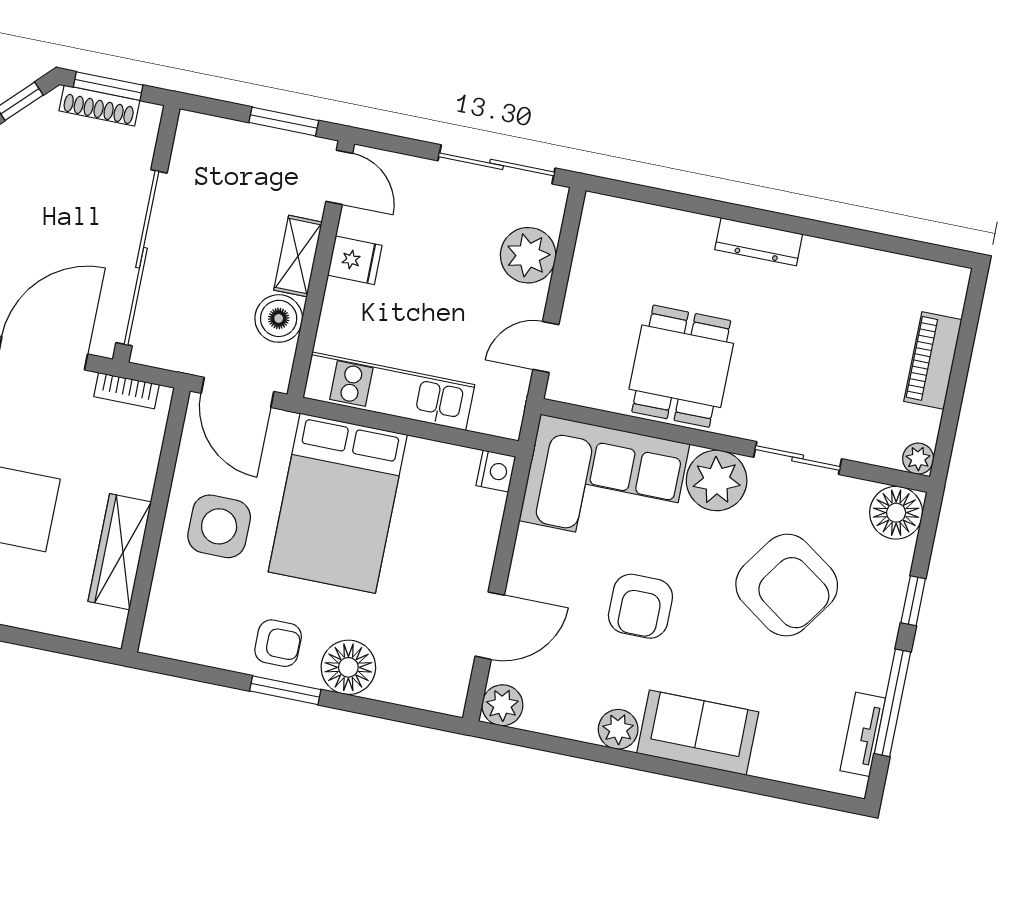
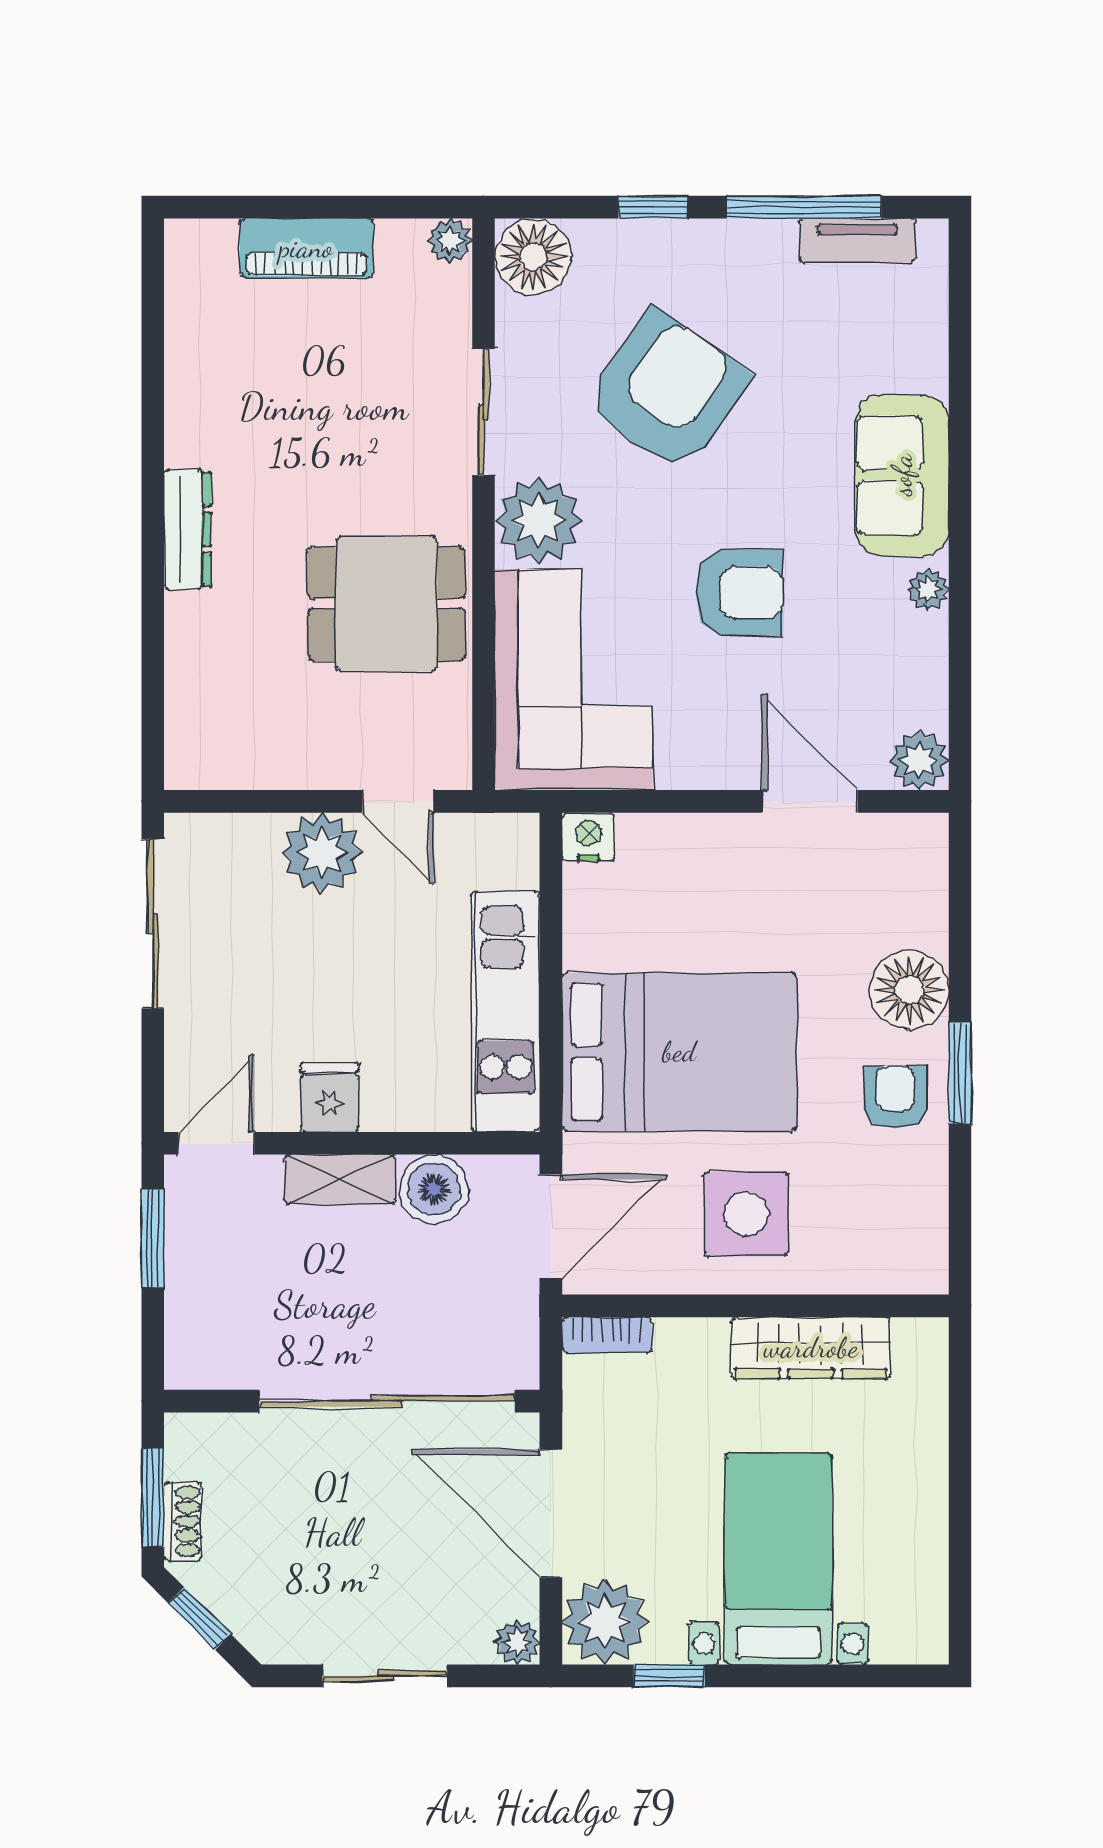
shoe rack: (99, 106) -> (183, 1521), width x0.70
plant: (528, 255) -> (322, 853), moved
bookcase: (126, 391) -> (607, 1335), moved, turned 90
plant: (618, 729) -> (928, 589), width x0.73, depth x0.73

